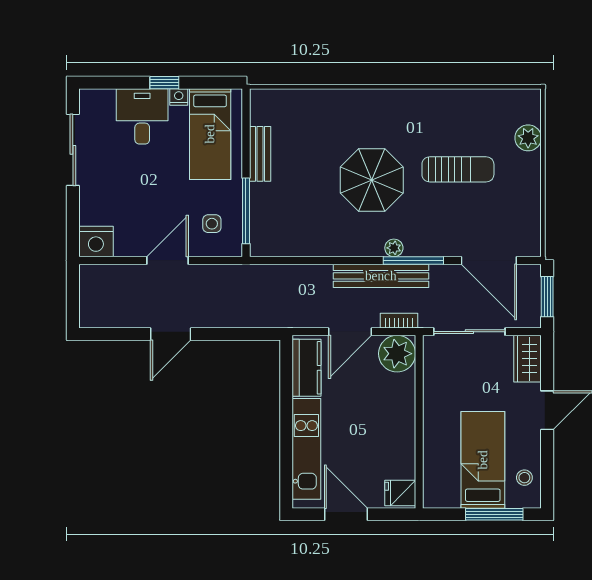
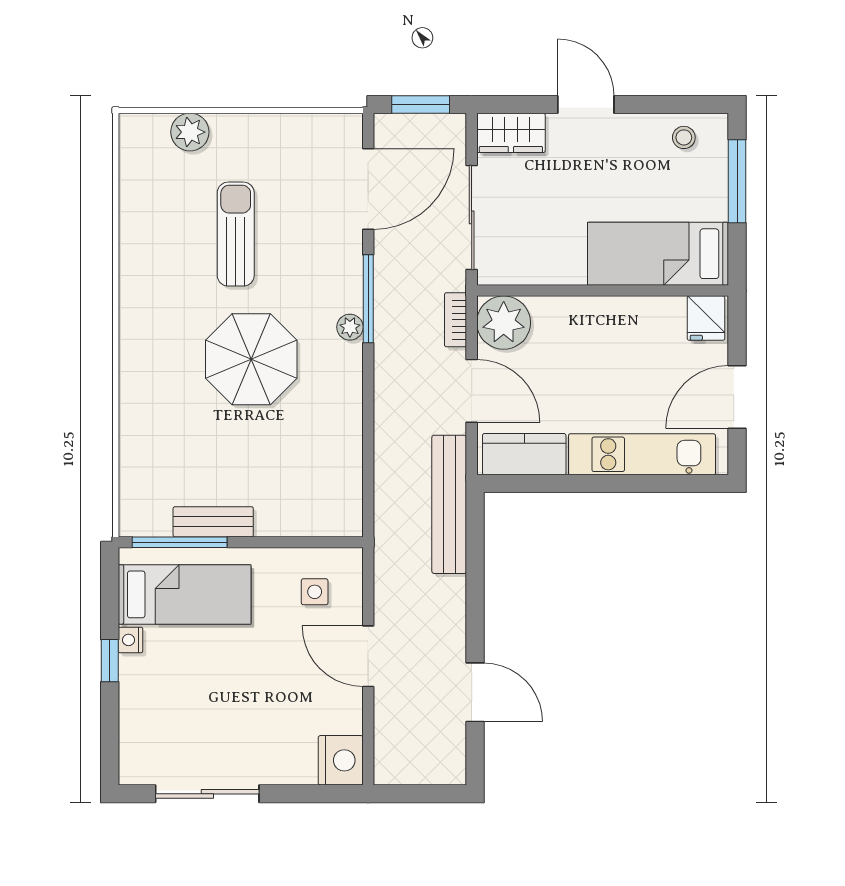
desk: (142, 116) -> (159, 693), removed
window: (246, 211) -> (180, 542), moved
bench: (381, 276) -> (449, 504), moved
door: (171, 334) -> (475, 692), moved
bed: (483, 460) -> (658, 254), moved

